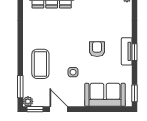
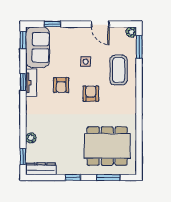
armchair: (68, 41) -> (91, 94), added
sofa: (105, 95) -> (38, 47), moved, turned -90
window: (35, 109) -> (52, 24), moved

